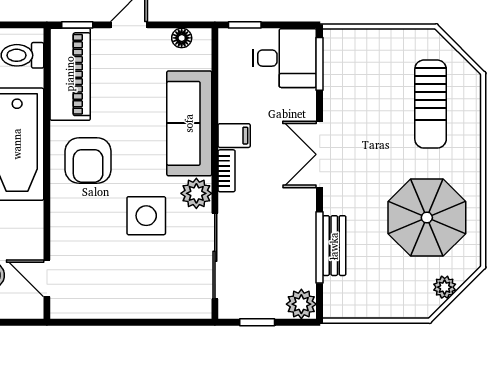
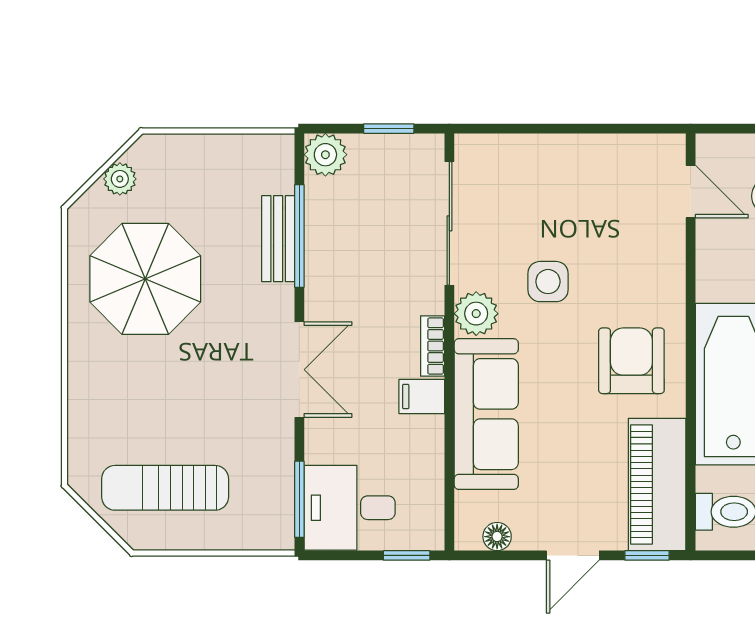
sun lounger: (431, 104) -> (165, 488), moved, turned -90
side table: (146, 216) -> (548, 282), width x0.73, depth x0.73

